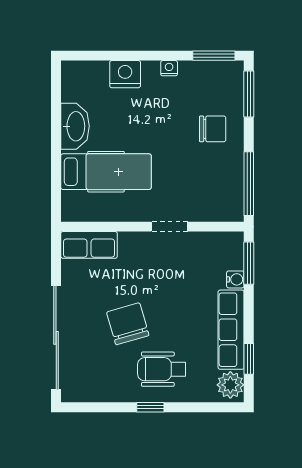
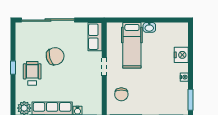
washbasin: (75, 126) -> (149, 27), width x0.52, depth x0.69
chair: (213, 129) -> (121, 94), moved
doorway: (170, 227) -> (104, 67), moved

